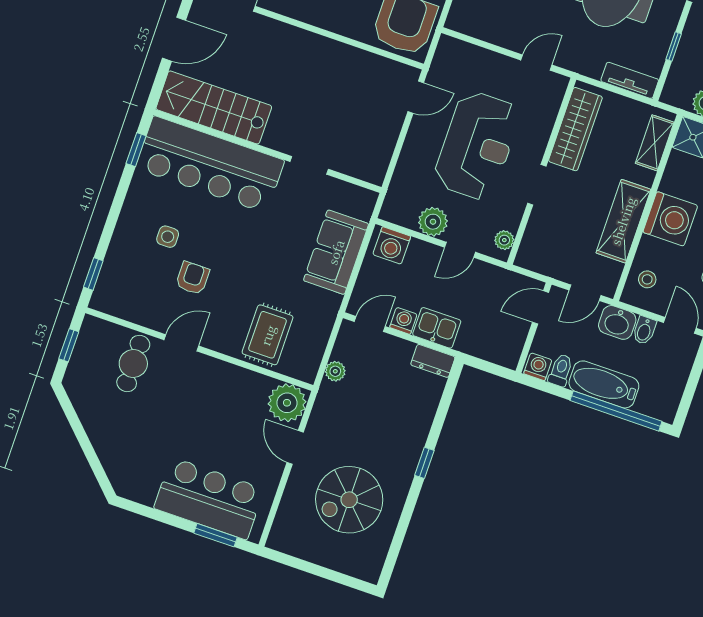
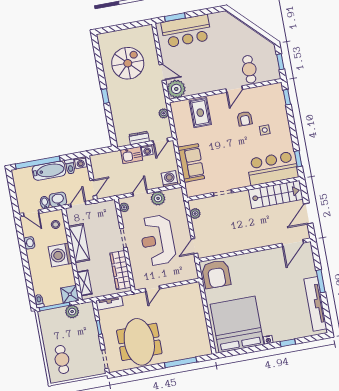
plant: (381, 156) -> (195, 214), added
bar counter: (210, 164) -> (273, 168), width x0.73
dresser: (433, 361) -> (139, 138), moved

